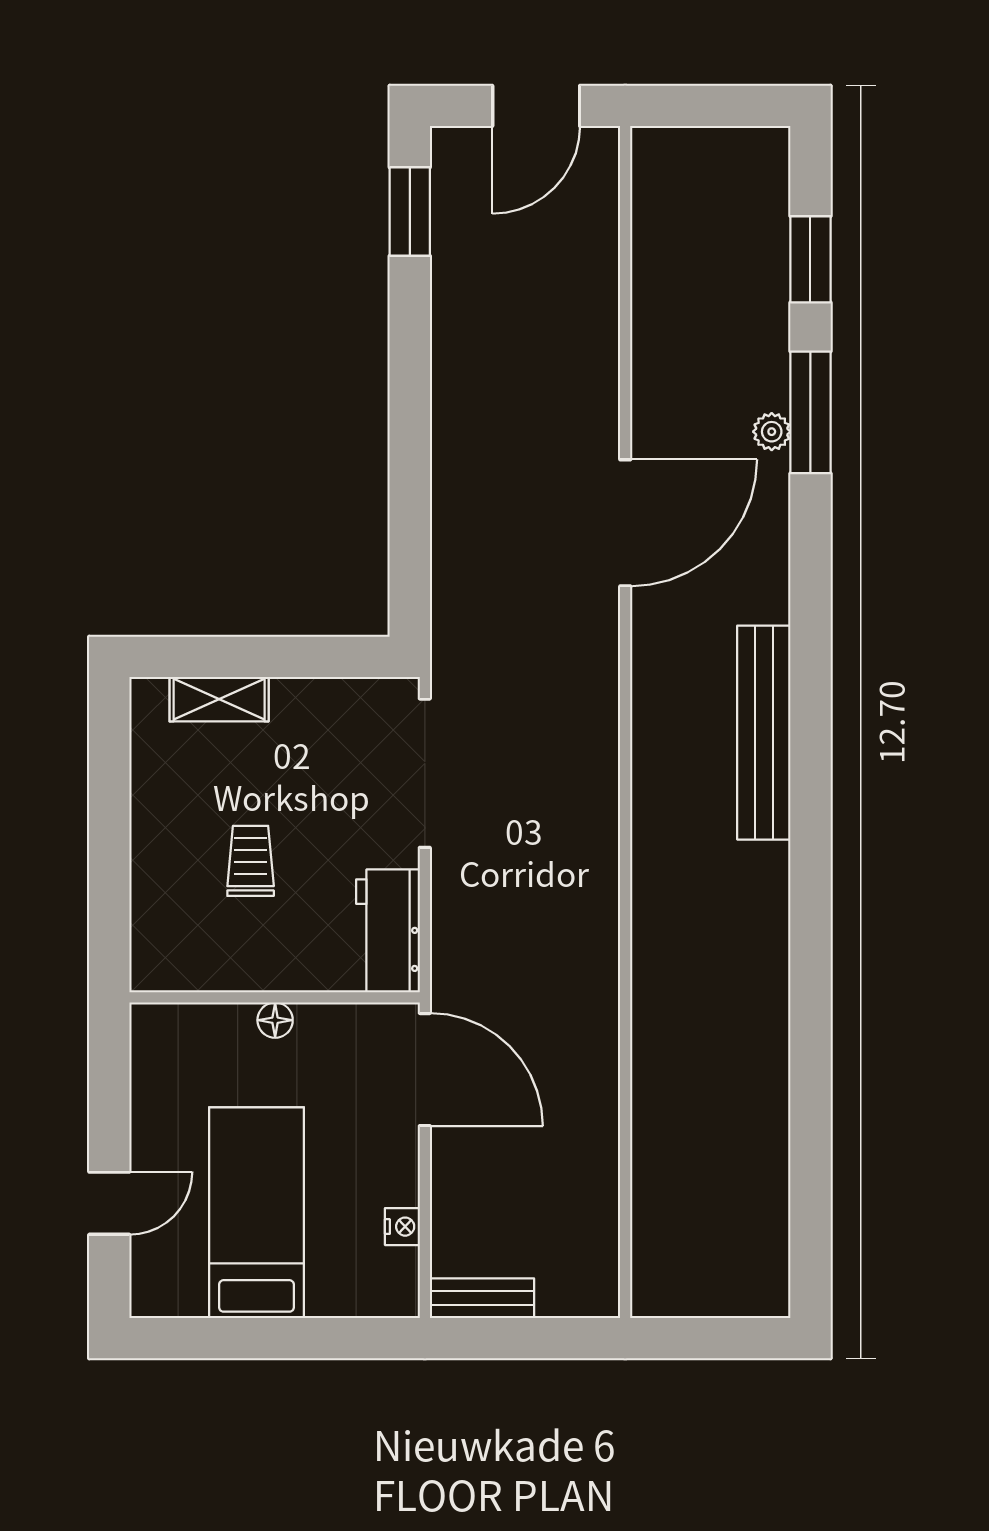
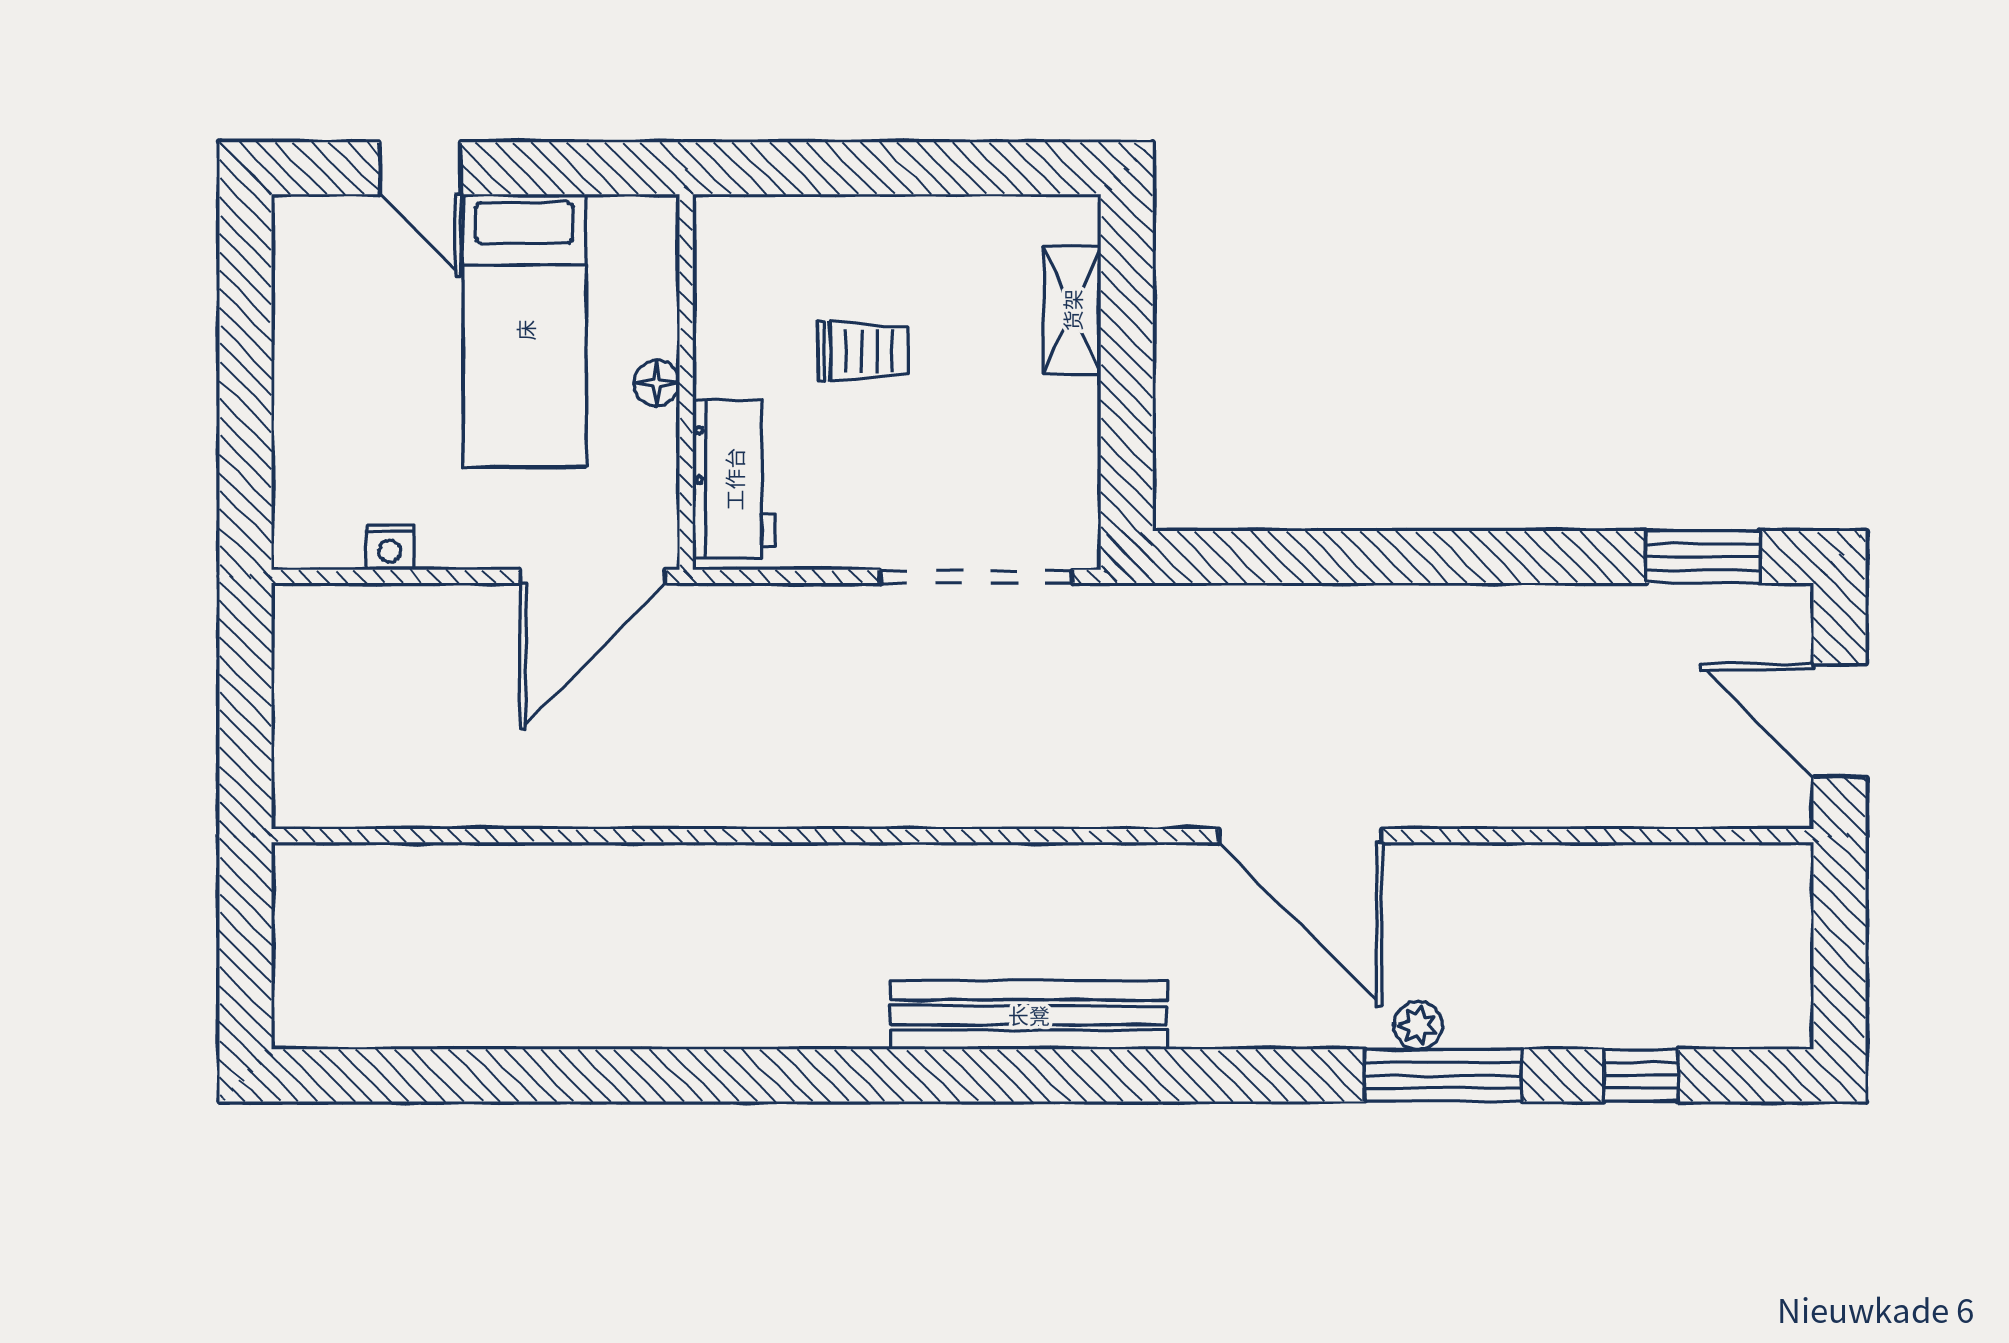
window: (810, 259) -> (1641, 1075), width x0.67
workbench: (388, 931) -> (734, 479), moved, turned 90
bed: (256, 1213) -> (525, 330), moved, turned 90
bench: (482, 1298) -> (297, 650), removed

